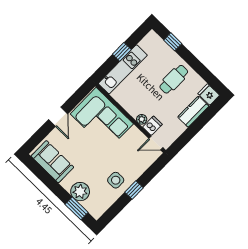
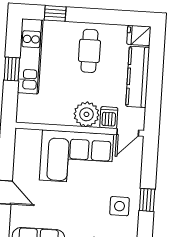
kitchen unit: (123, 69) -> (30, 56), moved
kitchen counter: (193, 112) -> (138, 77), width x1.50
corner sofa: (102, 119) -> (77, 157), moved
plant: (142, 119) -> (86, 114), width x1.88, depth x1.88

